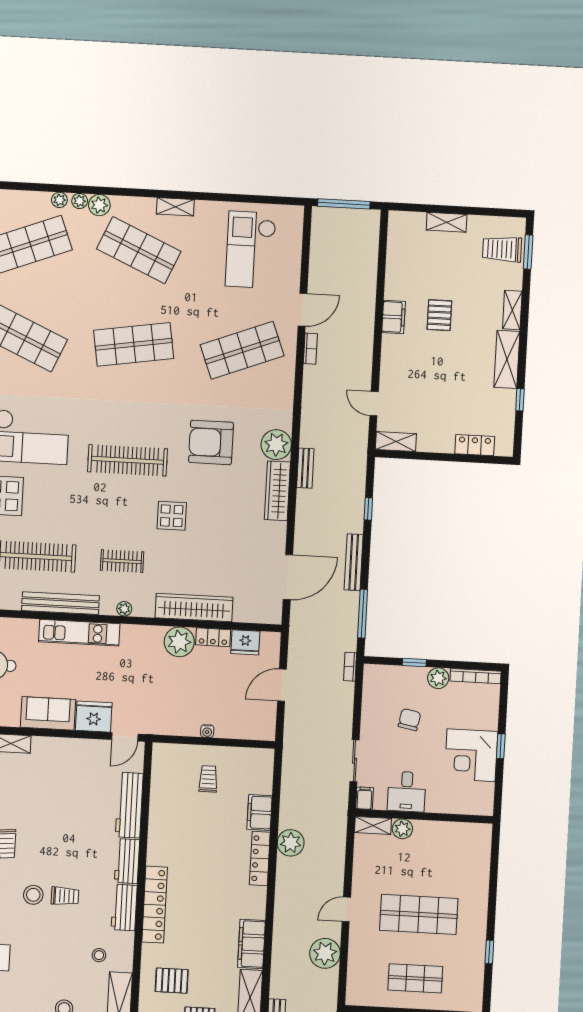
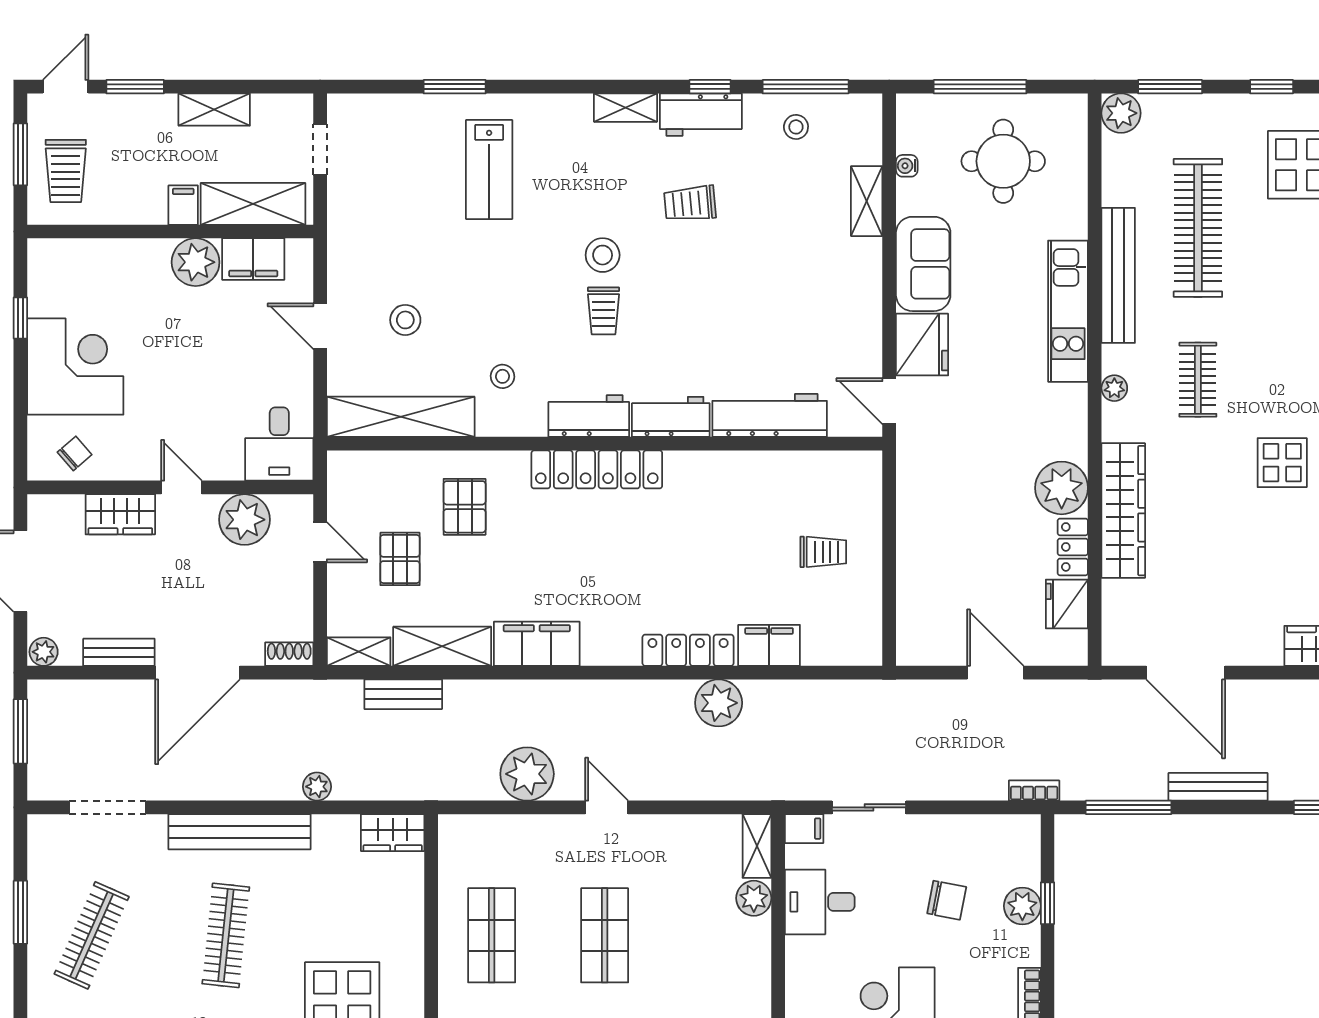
plant: (438, 678) -> (1022, 906), moved
water cooler: (207, 731) -> (907, 546), removed
shop shelf: (419, 914) -> (605, 935), width x0.70, depth x0.74

